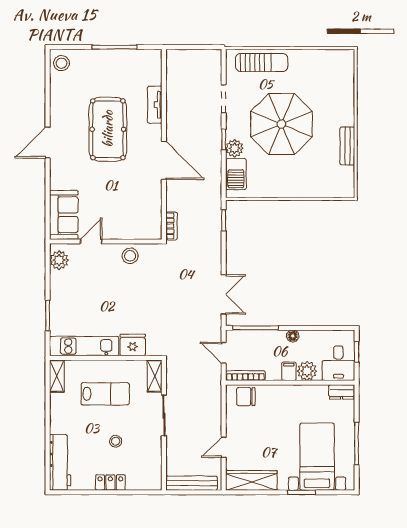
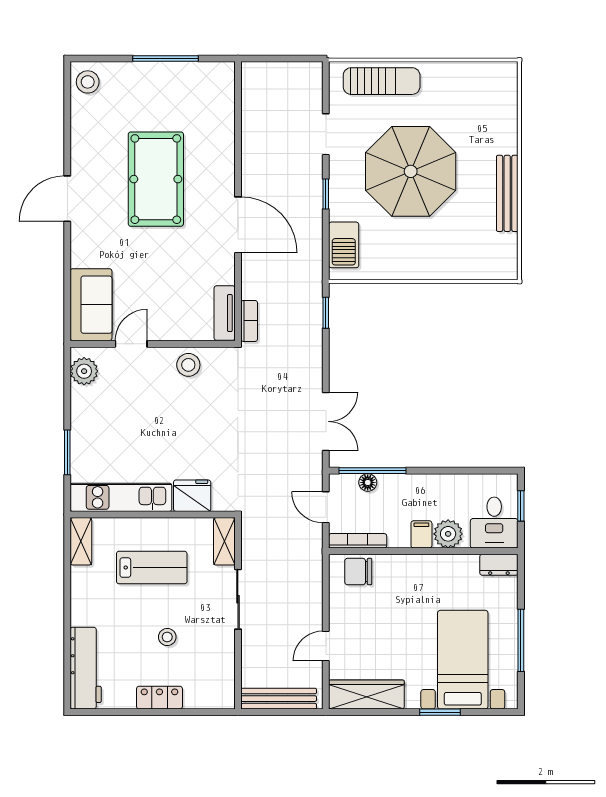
tv unit: (155, 105) -> (225, 313), moved
bench: (347, 146) -> (507, 193), width x1.36
plant: (235, 148) -> (342, 207), removed
floor lamp: (293, 336) -> (368, 482), moved

